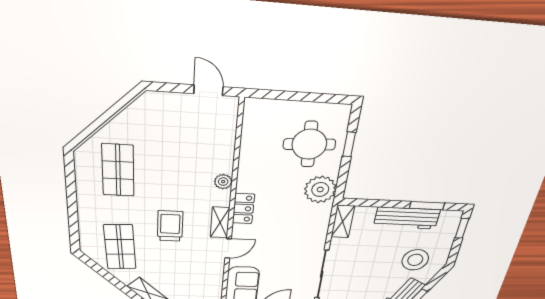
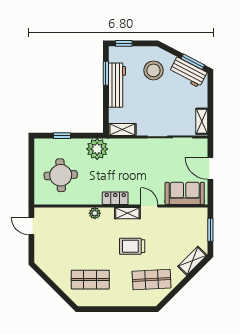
door: (208, 90) -> (31, 226), hinge flipped
round table: (309, 144) -> (61, 175), moved

